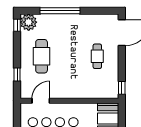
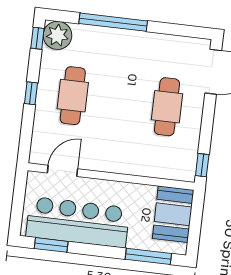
cafe table: (97, 56) -> (167, 107), width x1.37, depth x1.35
window: (17, 75) -> (31, 93), moved

